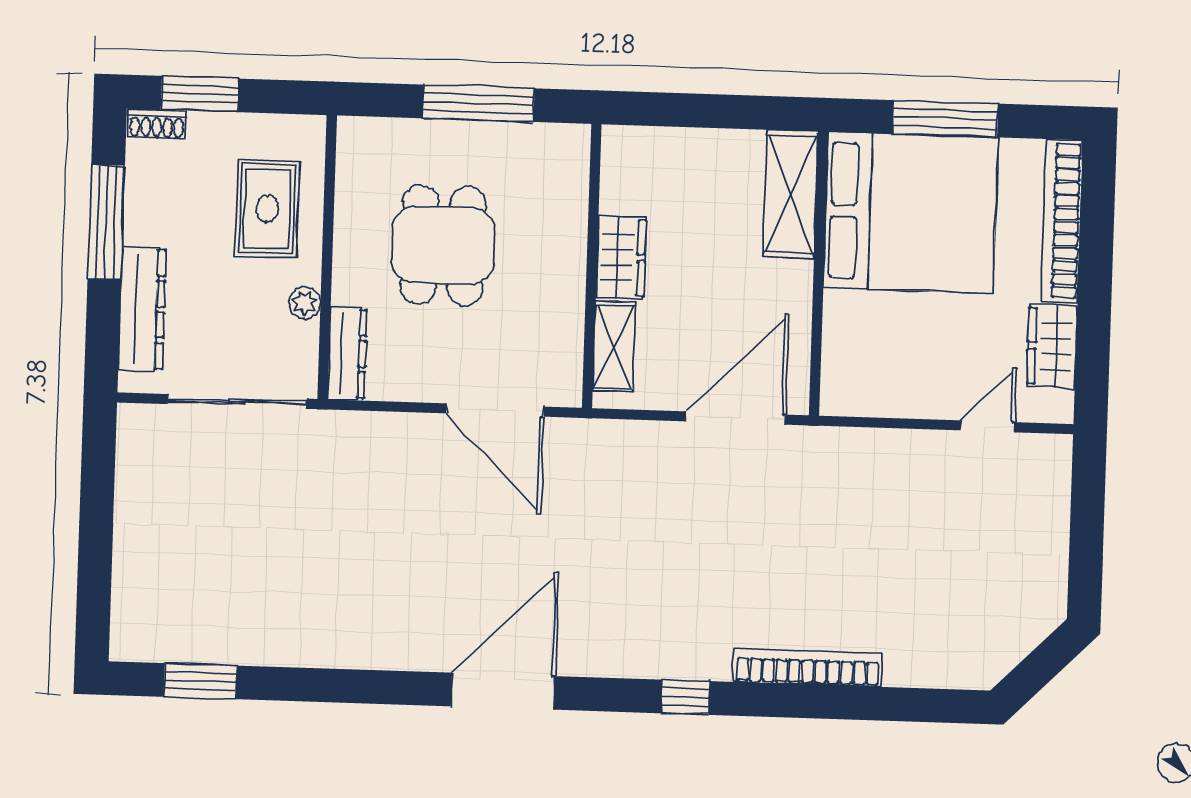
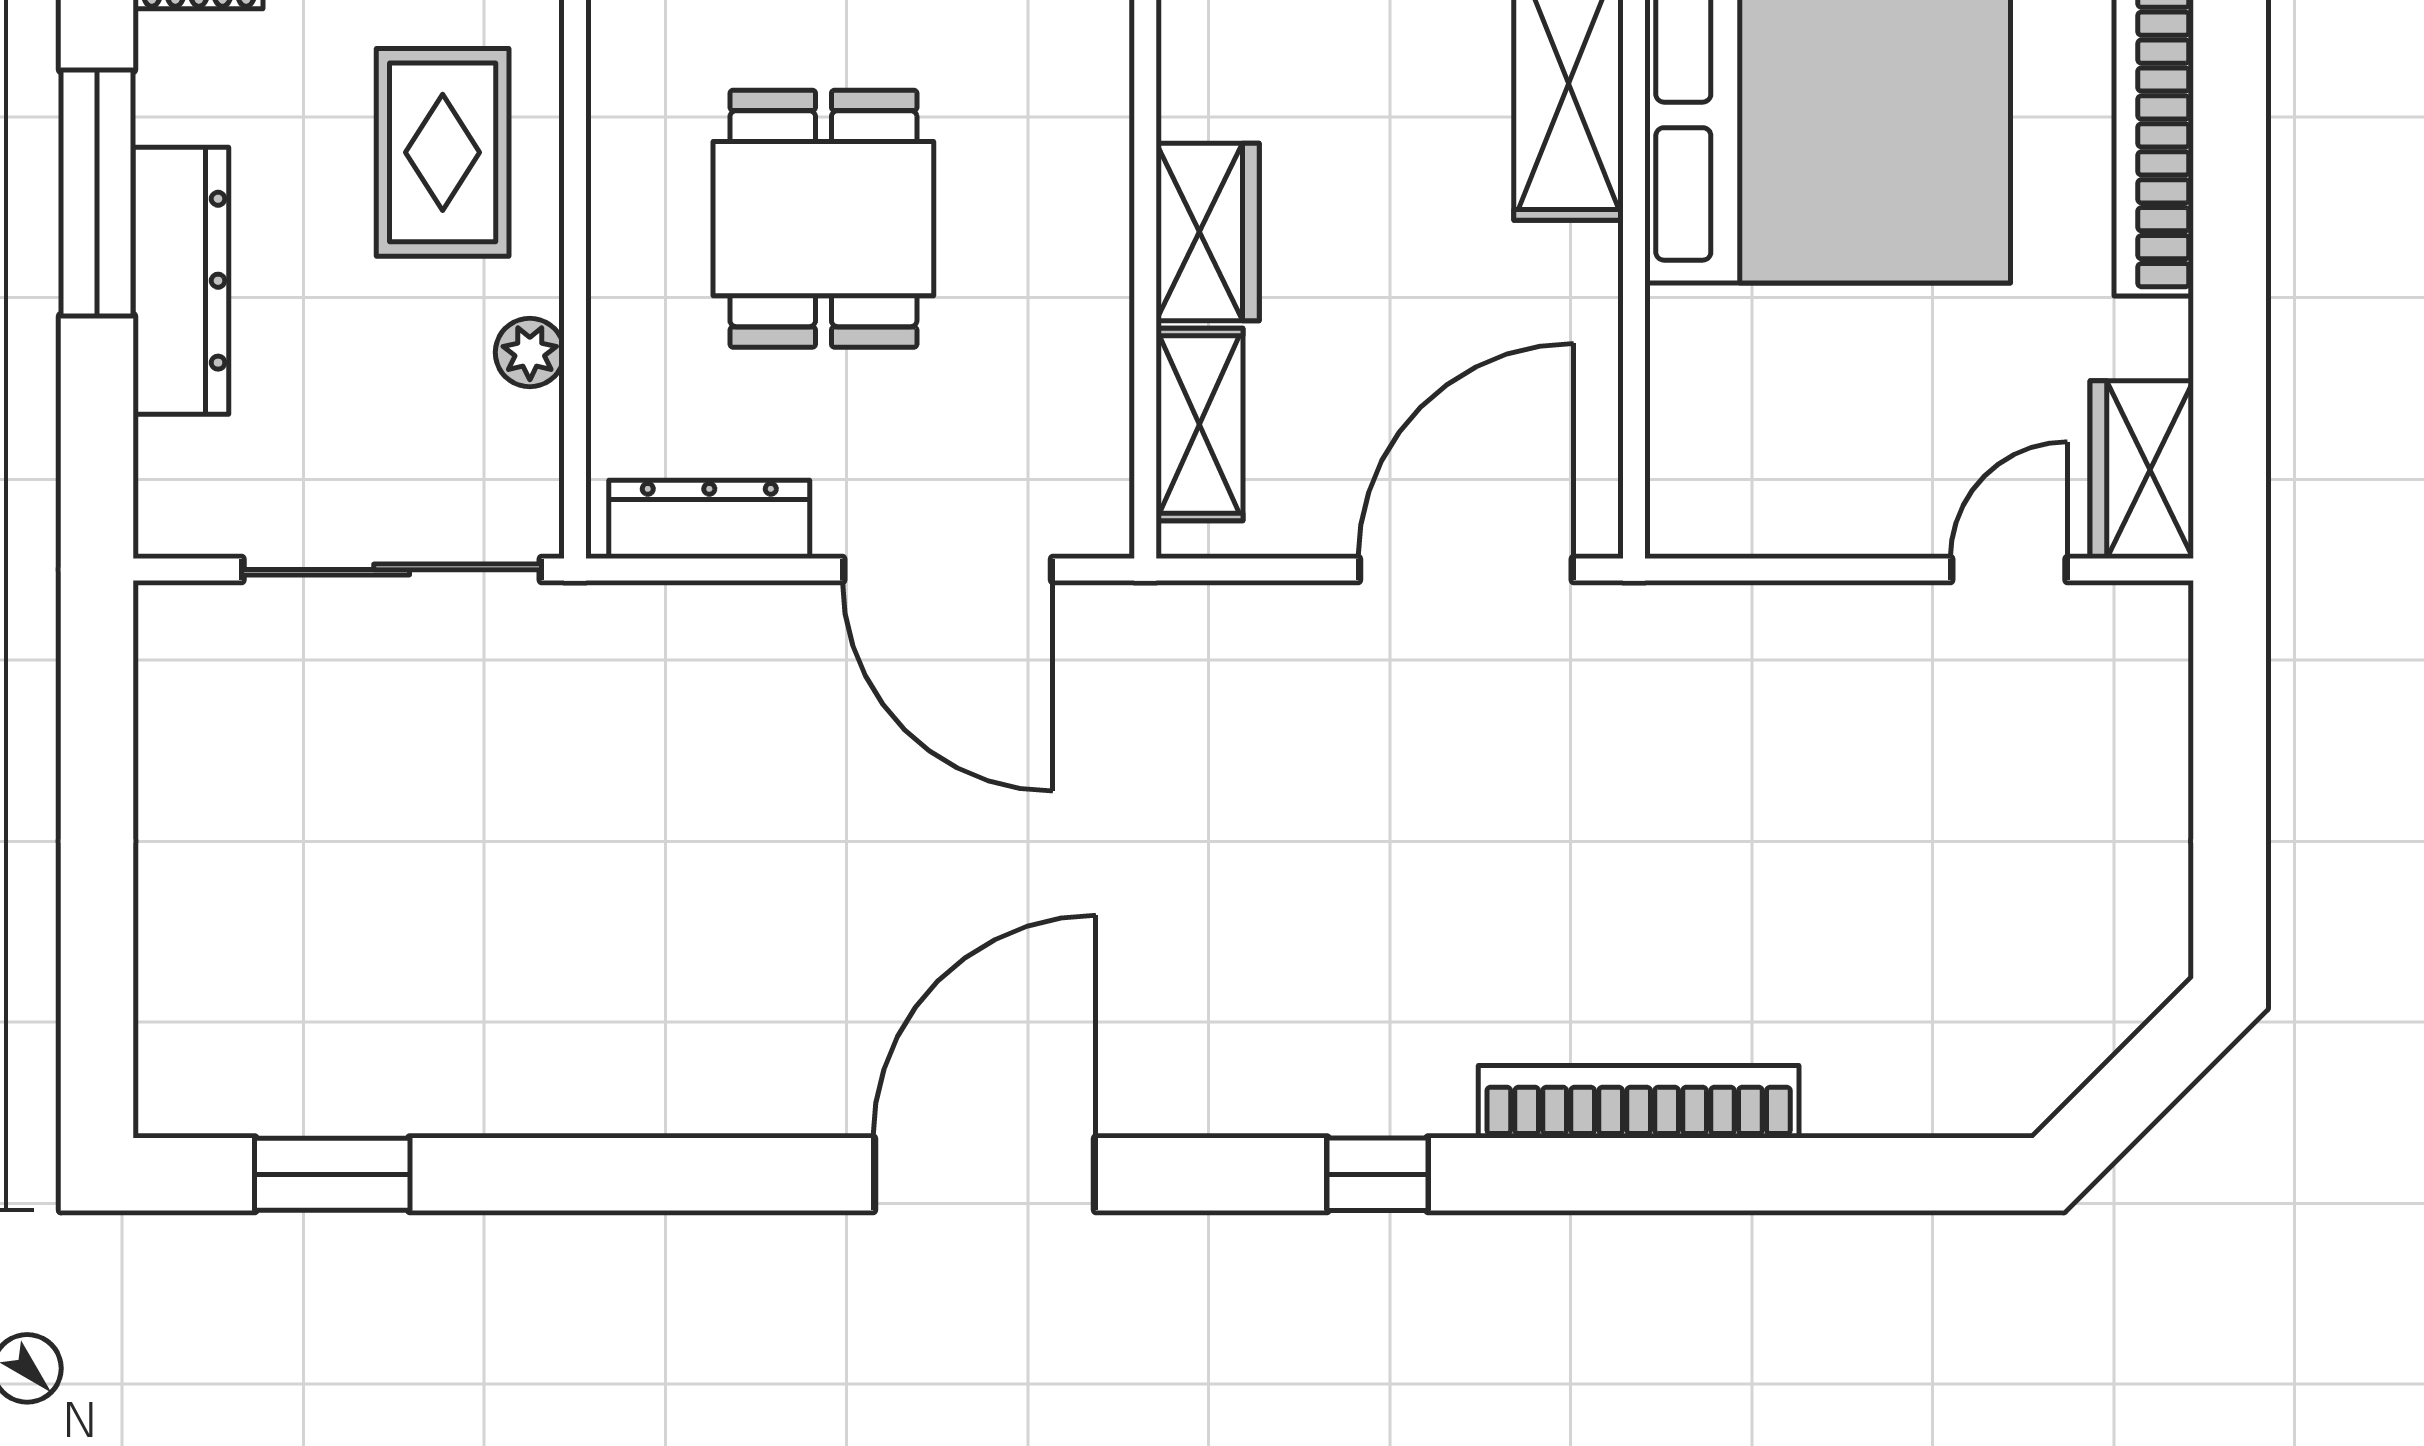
dresser: (142, 309) -> (181, 281), moved
wardrobe: (1052, 346) -> (2142, 470), moved
dresser: (347, 353) -> (709, 519), moved, turned -90

